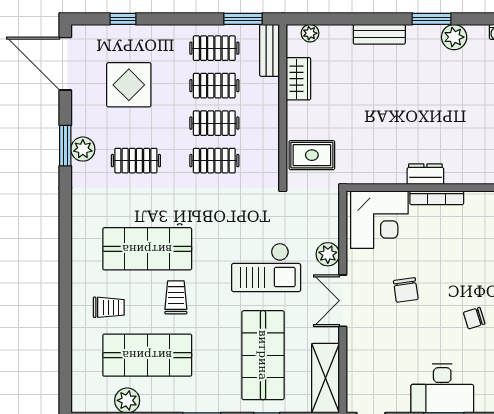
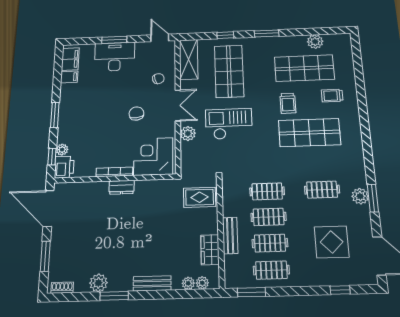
plant: (329, 33) -> (188, 283), added
bench: (270, 50) -> (230, 235), moved
chair: (474, 318) -> (158, 79), moved

